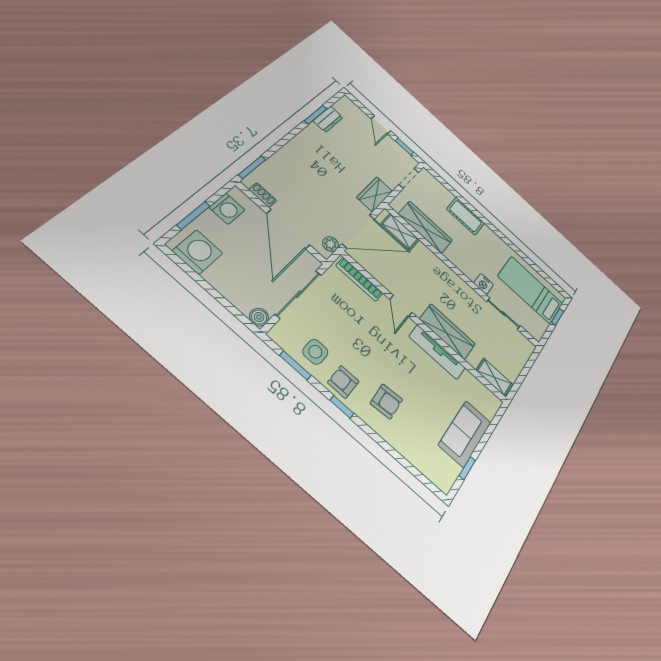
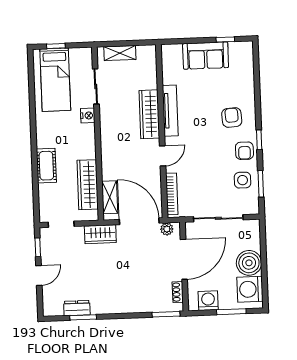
boiler: (259, 317) -> (249, 263), moved, width x1.86, depth x1.86
shelving: (494, 377) -> (120, 53), moved, turned 90

